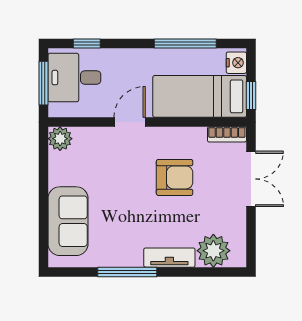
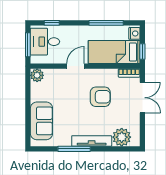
tv unit: (169, 258) -> (92, 141), width x1.41

